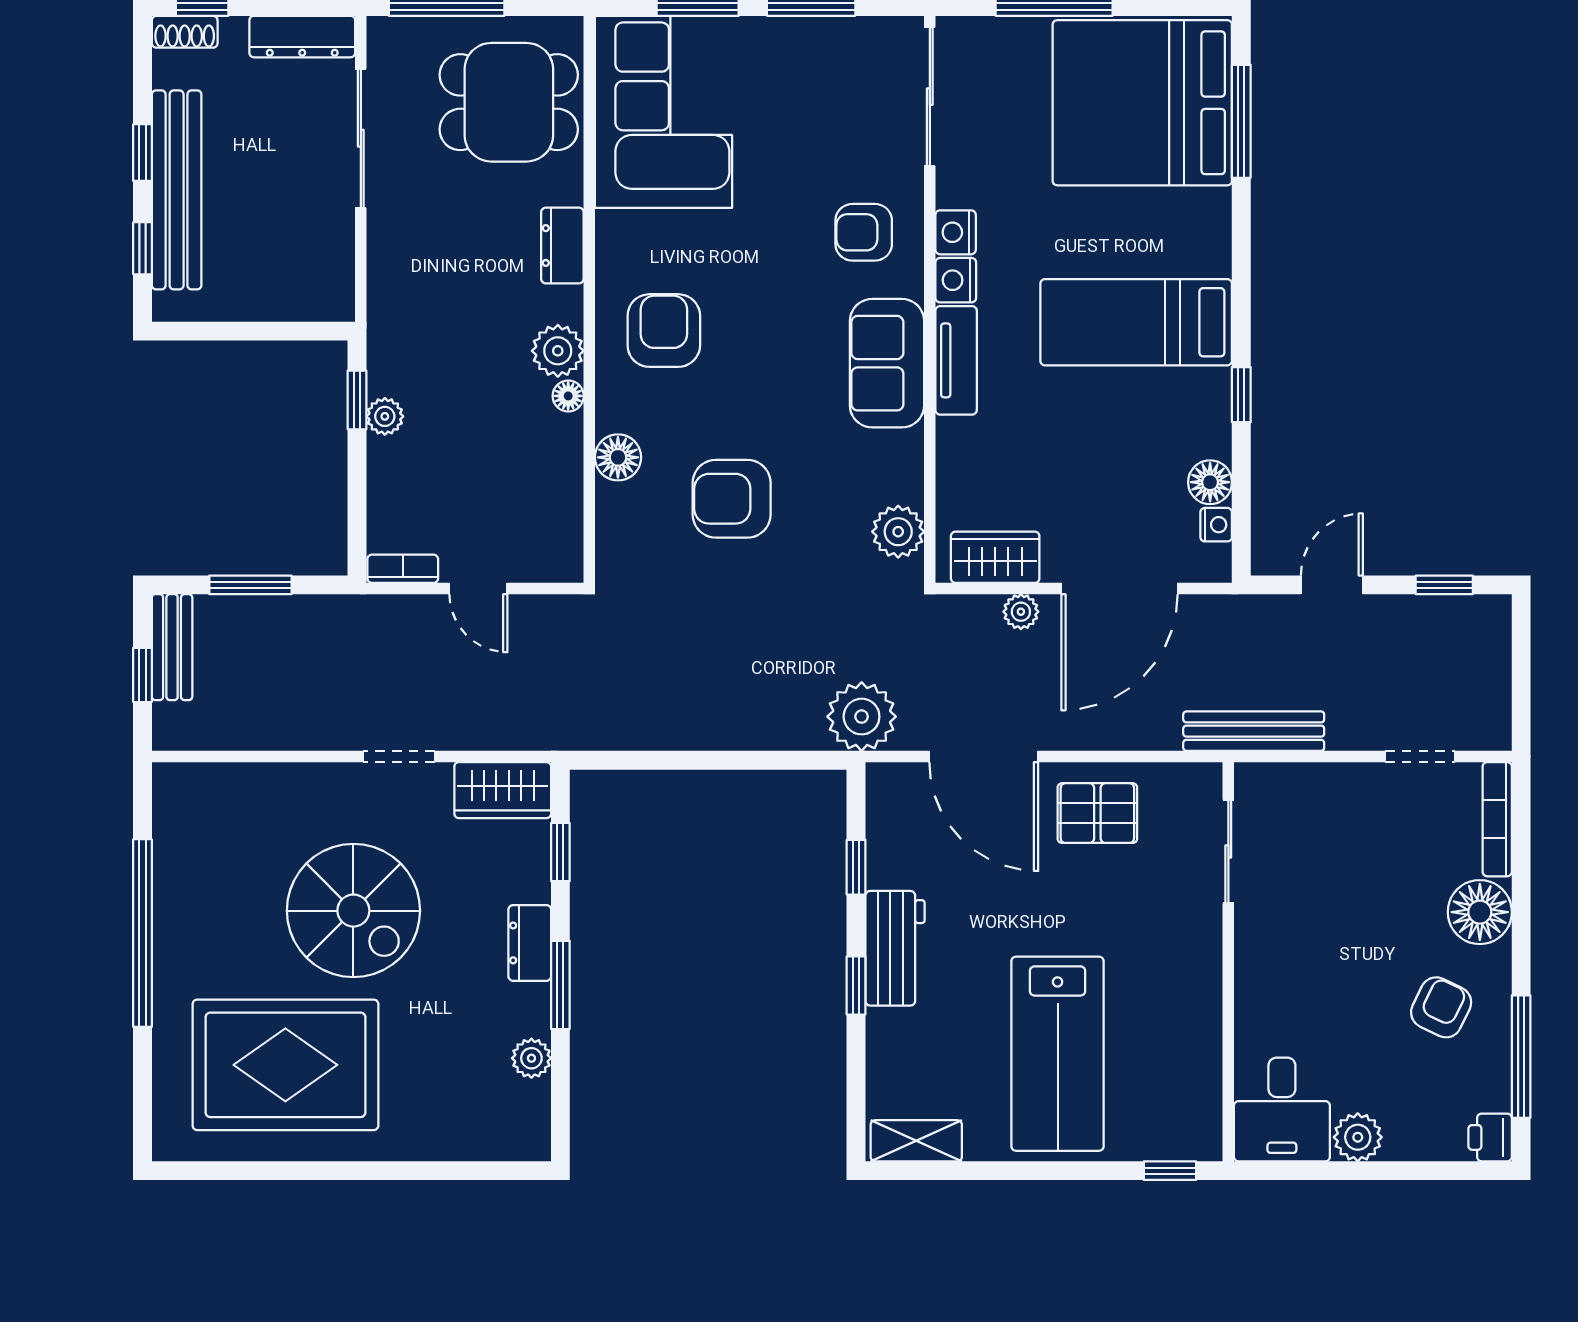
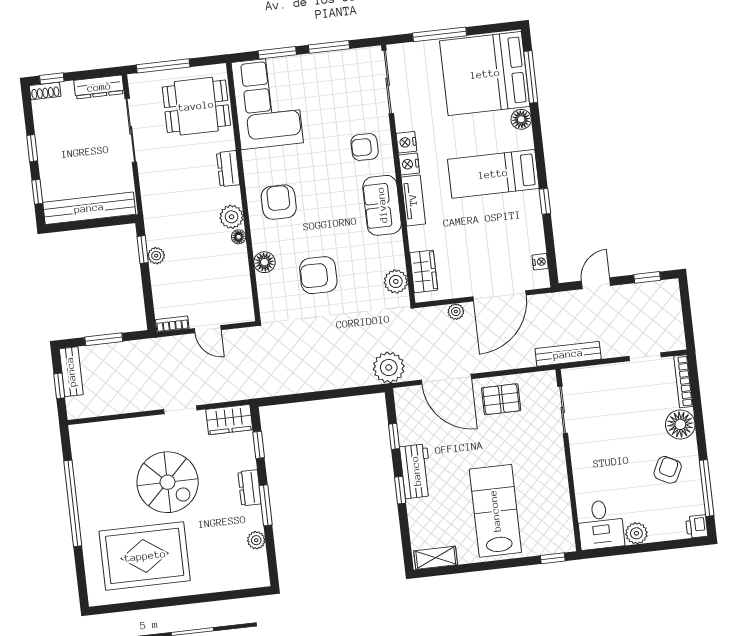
bench: (177, 190) -> (89, 208), moved, turned 90
floor lamp: (1210, 482) -> (521, 119), moved
wardrobe: (995, 557) -> (424, 271), moved, turned 90
lab bench: (1058, 1054) -> (495, 511), turned 180

